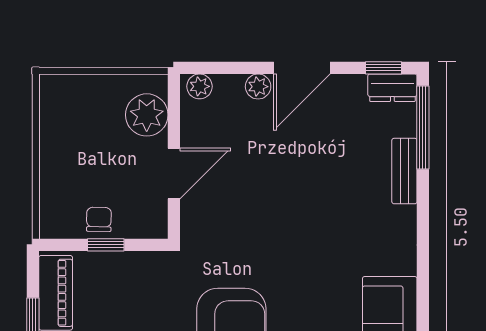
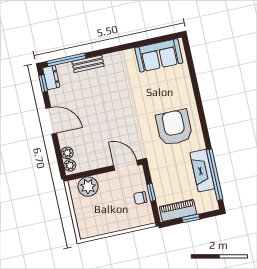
plant: (258, 87) -> (67, 153), moved
door: (174, 173) -> (126, 165), moved

